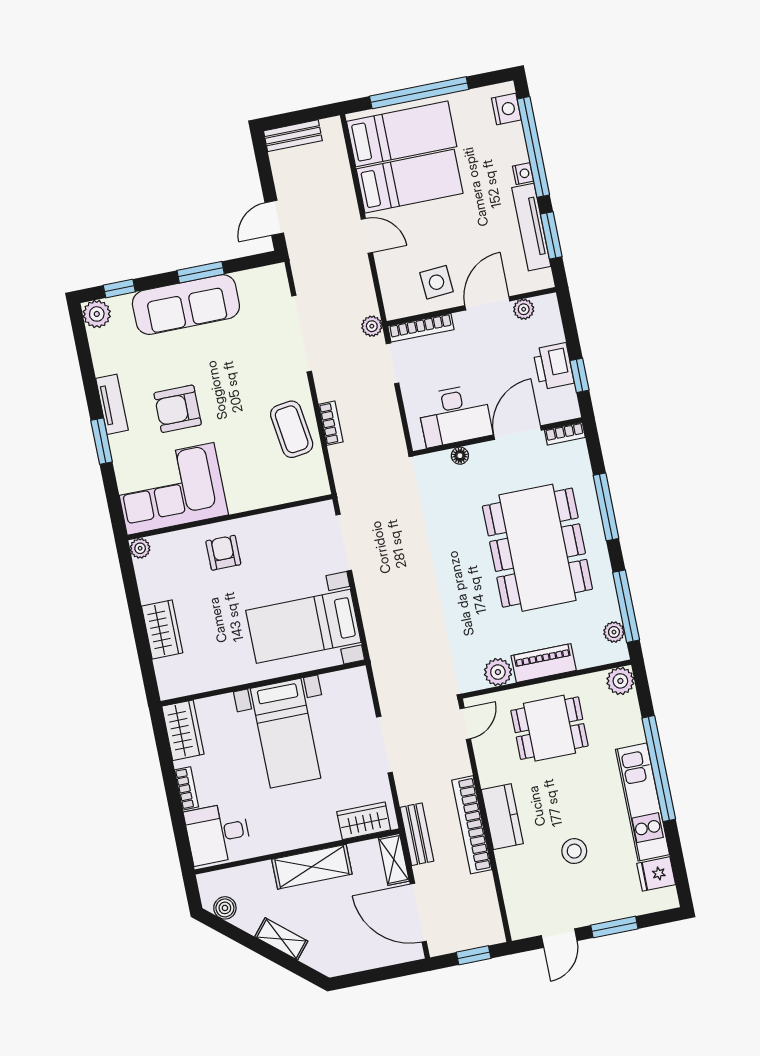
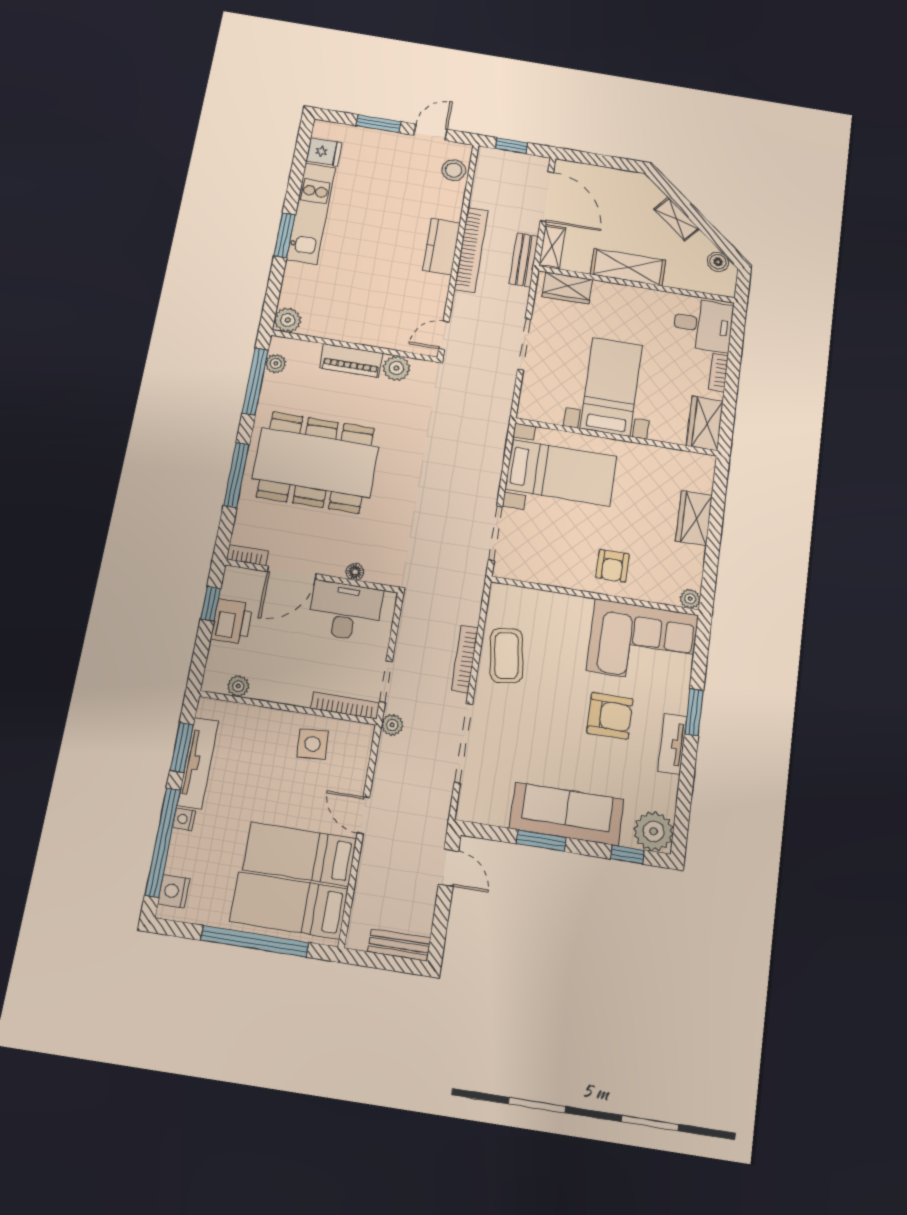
door: (274, 218) -> (449, 868), hinge flipped
door: (487, 303) -> (271, 705), removed
plant: (97, 314) -> (654, 831), width x1.36, depth x1.36
bookcase: (331, 423) -> (465, 659), width x1.56
dining table: (537, 548) -> (316, 462), turned 90
dining table: (550, 728) -> (369, 304), removed
window: (659, 769) -> (285, 235), width x0.47
stool: (574, 851) -> (454, 170), moved

